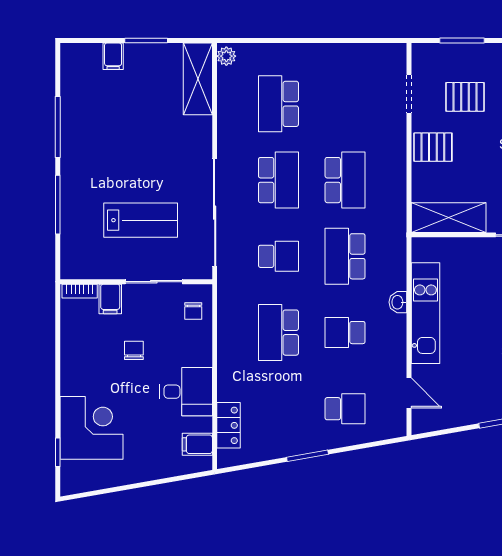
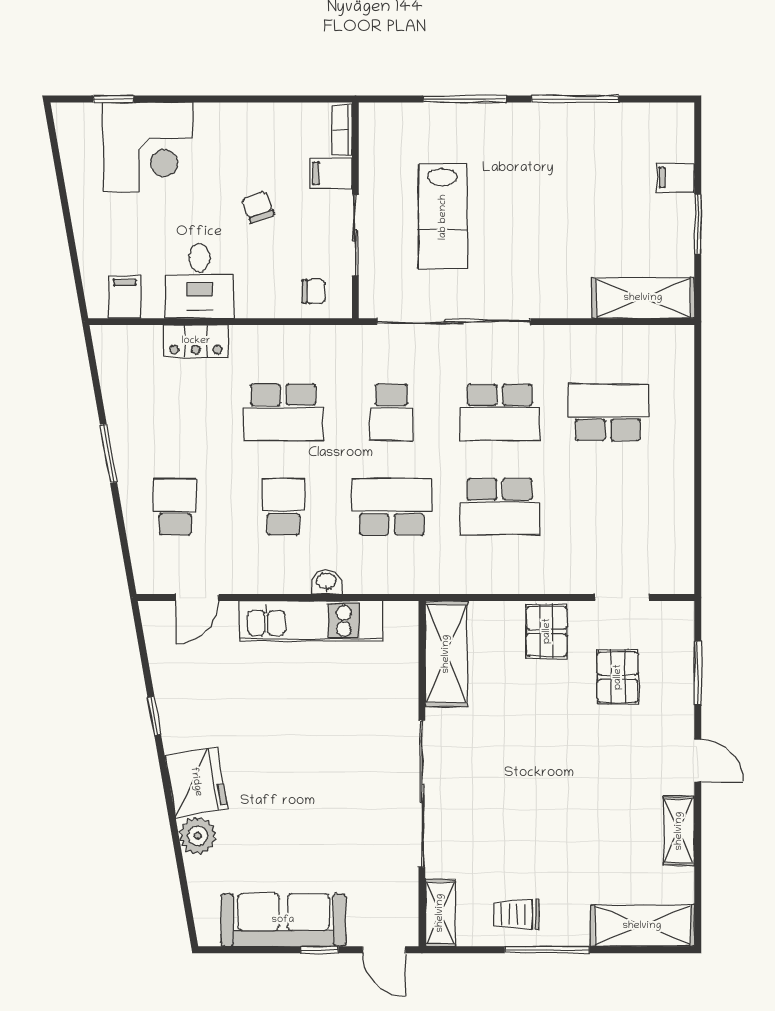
plant: (226, 56) -> (676, 338), removed
chair: (193, 311) -> (314, 291), turned 180
school desk: (278, 333) -> (283, 412), turned 180
chair: (134, 350) -> (258, 207), turned -111
school desk: (345, 409) -> (175, 507), turned 180
locker: (228, 425) -> (196, 341), moved

